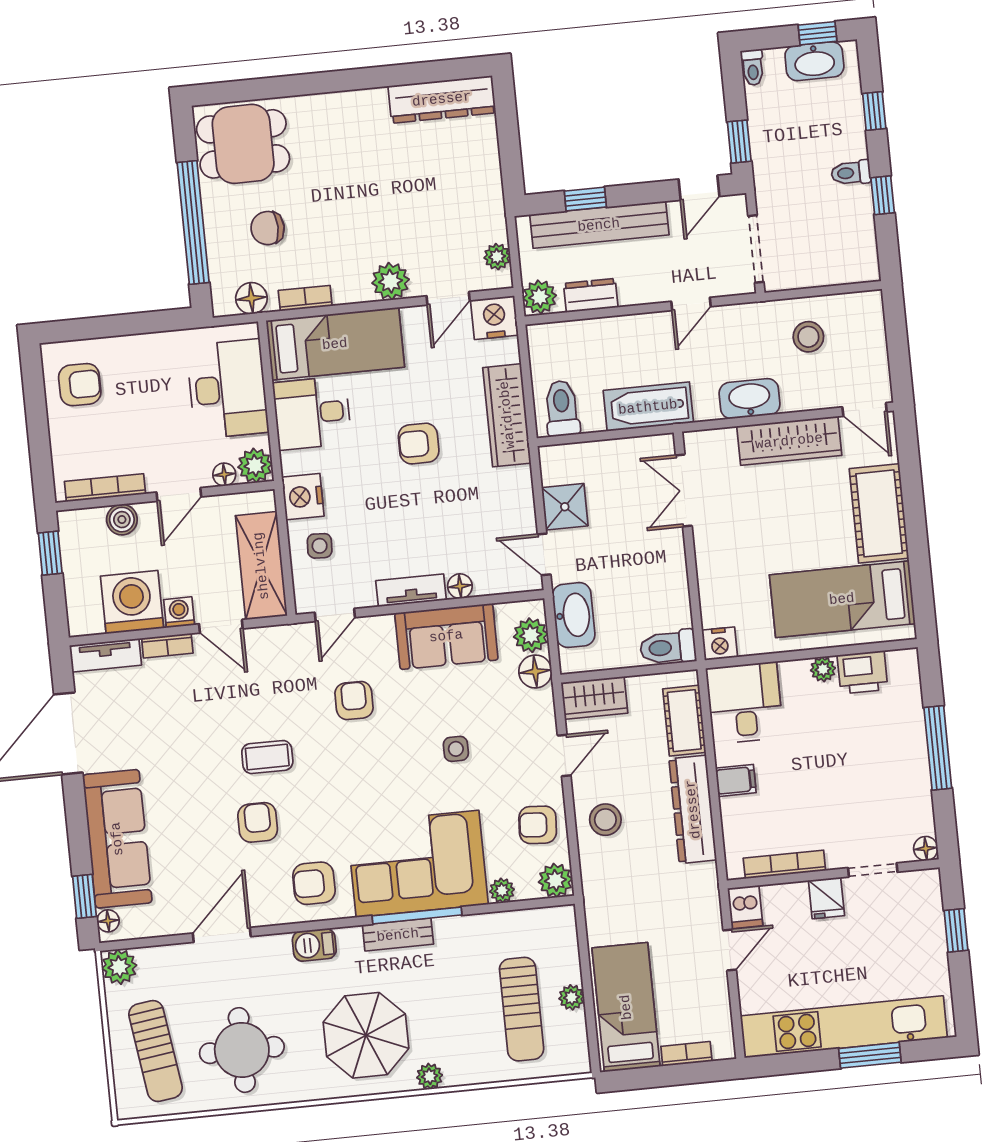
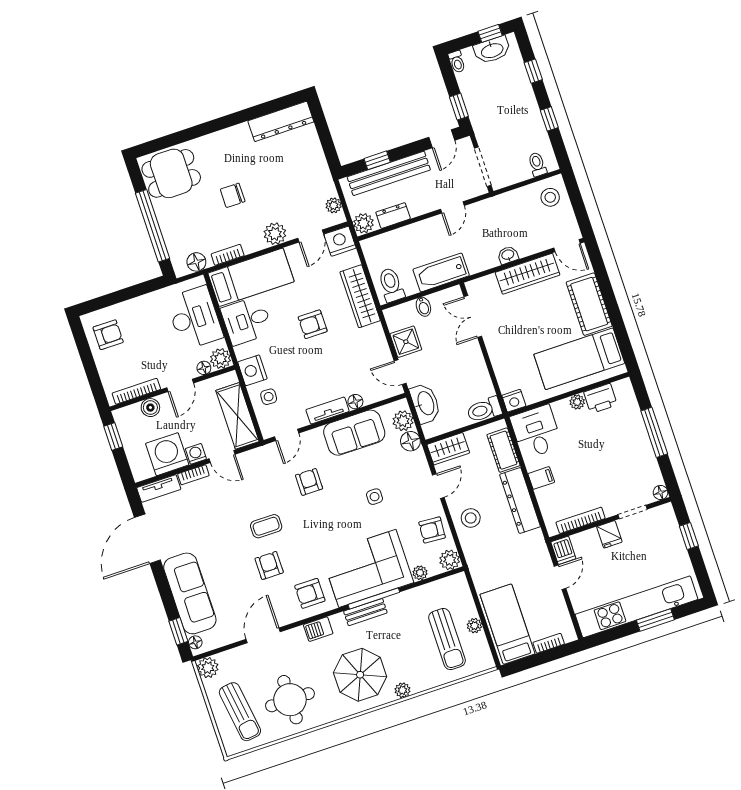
toilet: (851, 173) -> (537, 164), moved, turned 90
chair: (268, 228) -> (233, 195), moved
stool: (808, 337) -> (550, 197), moved
washbasin: (749, 399) -> (508, 255), width x0.52, depth x0.69
bidet: (607, 456) -> (423, 307), added

